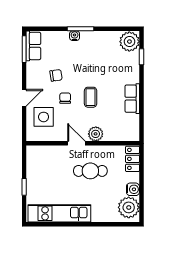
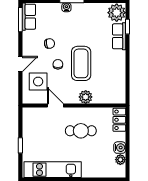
coffee table: (91, 97) -> (81, 63), width x1.86, depth x1.72
row of seats: (132, 99) -> (119, 36), moved
door: (76, 143) -> (55, 106), moved
plant: (129, 207) -> (120, 160), width x0.53, depth x0.53

